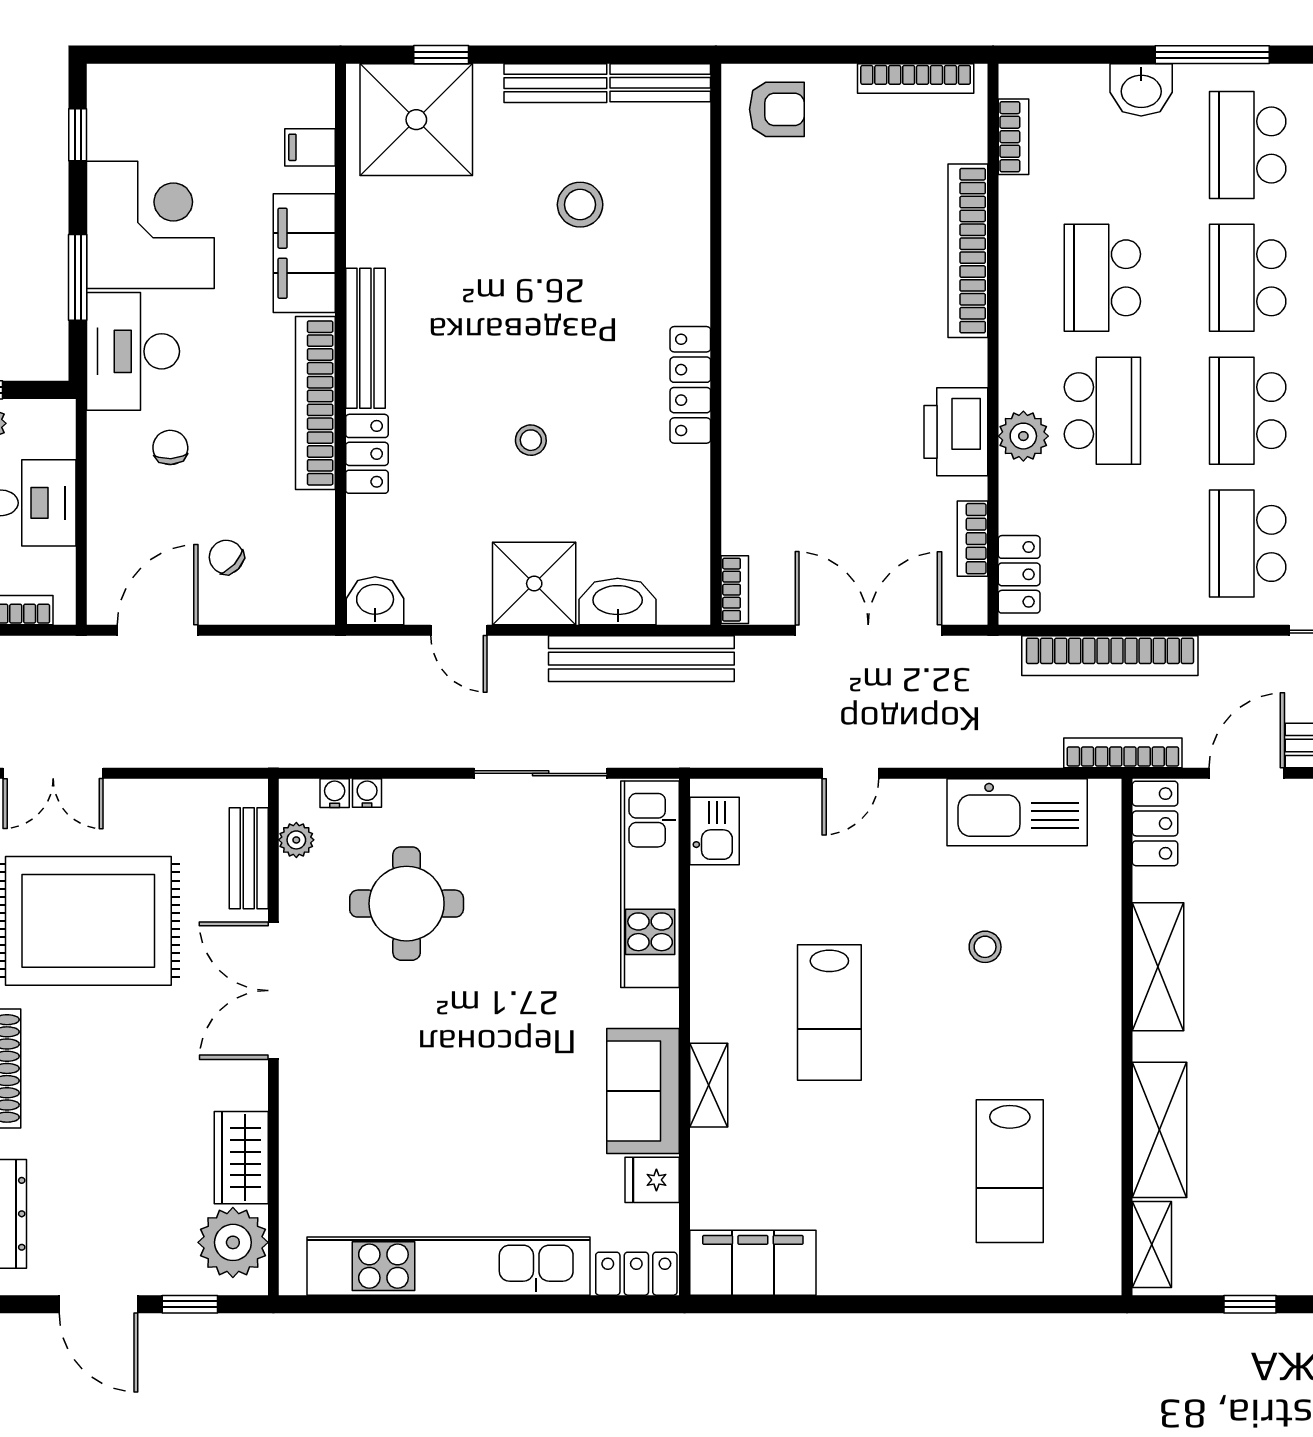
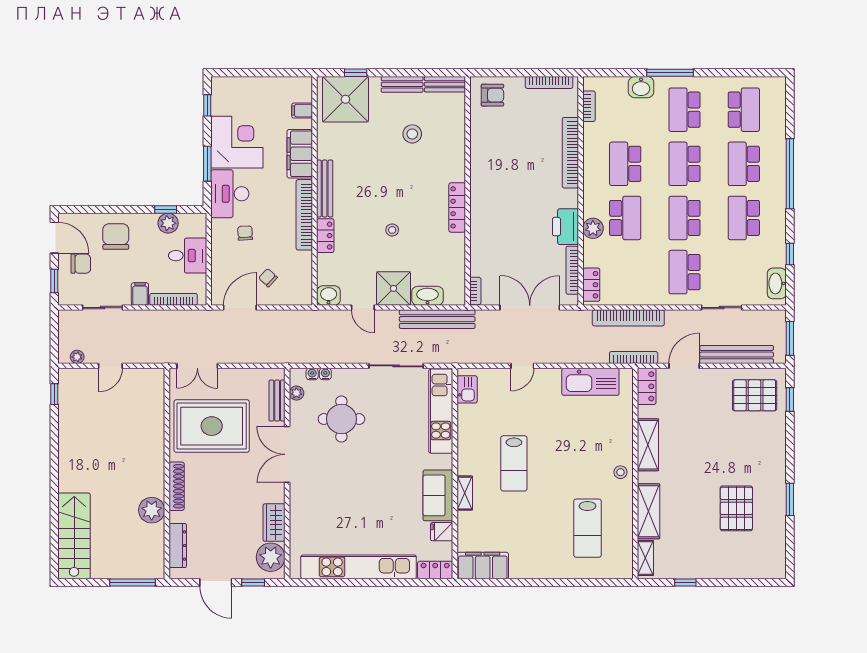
bookcase: (972, 539) -> (572, 270), width x1.56
stool: (985, 947) -> (620, 472), moved

